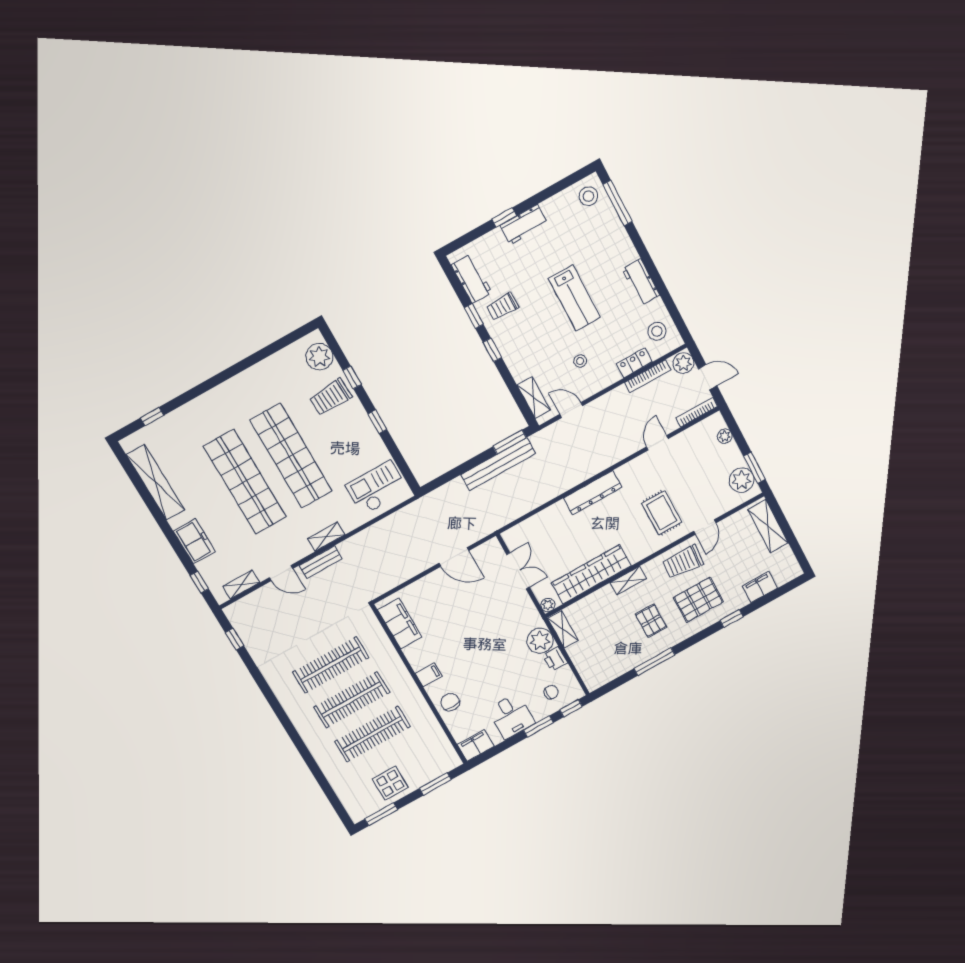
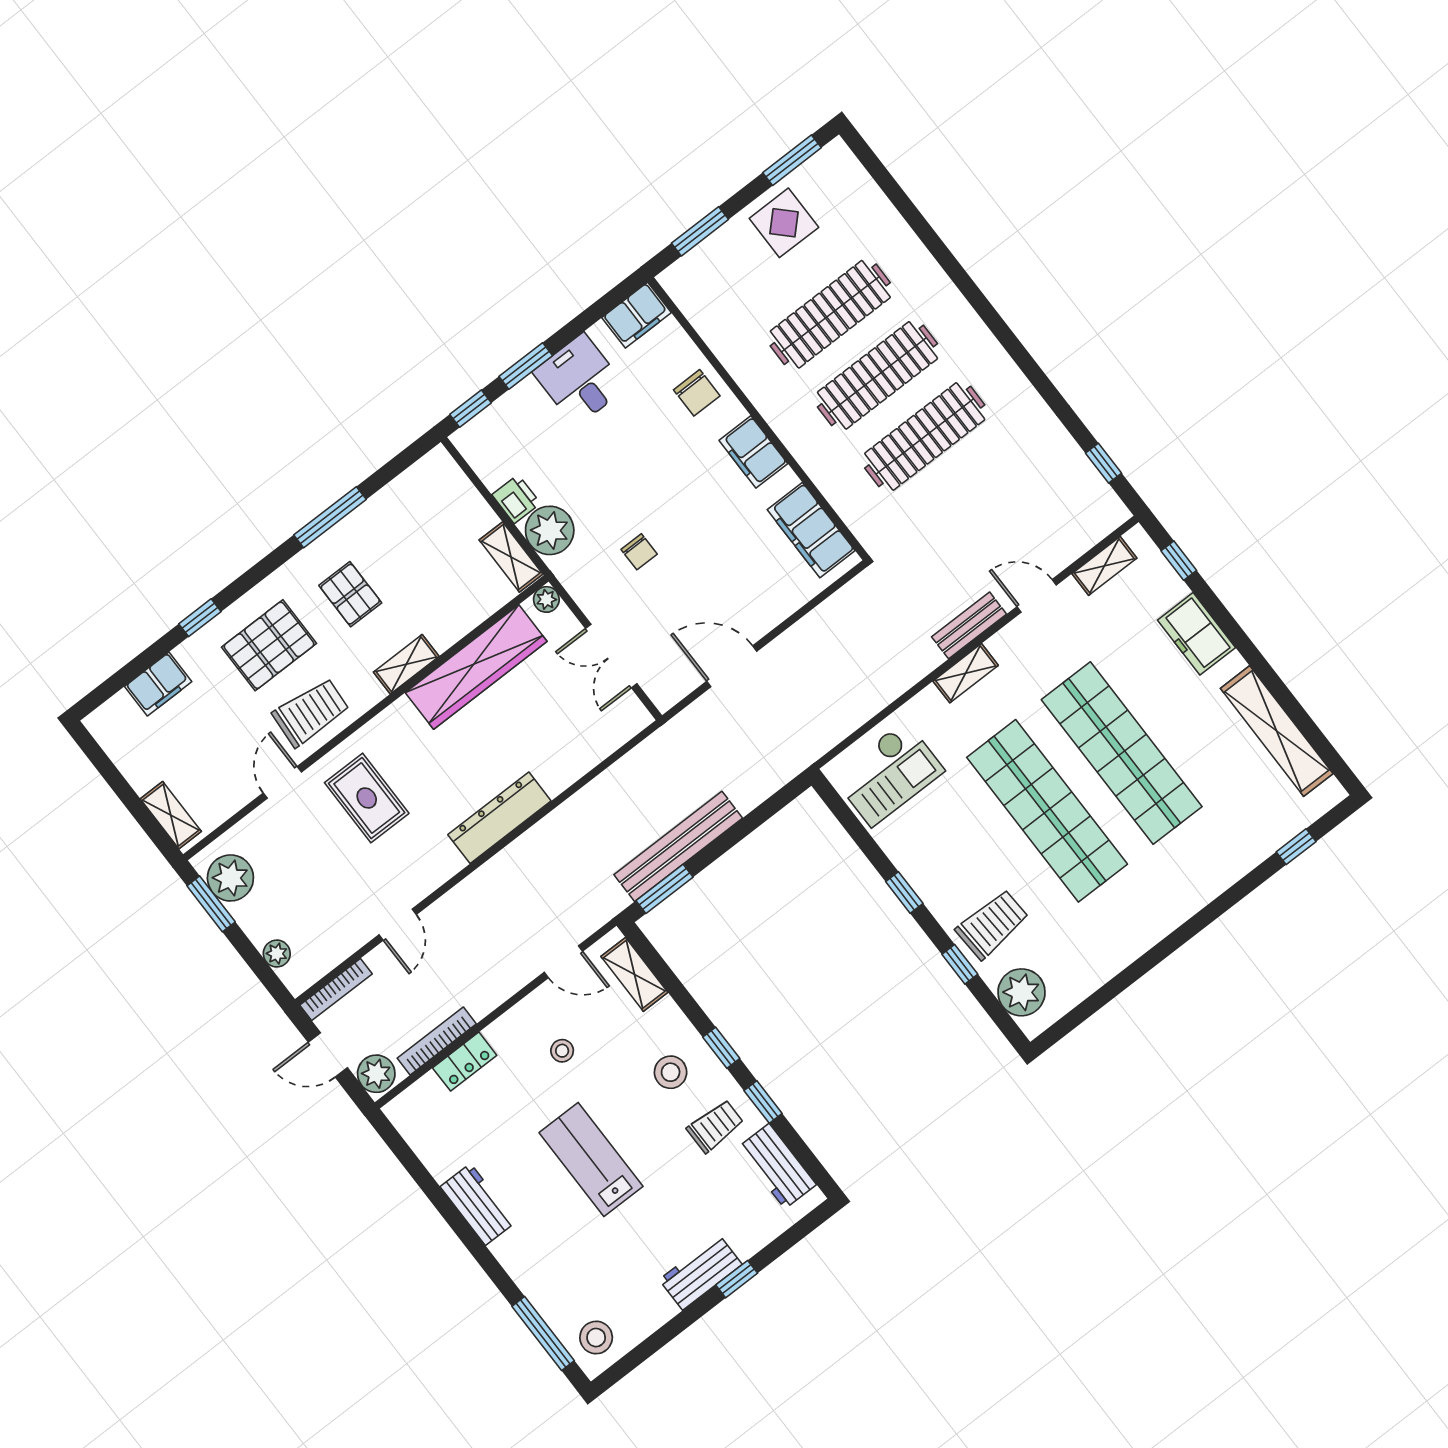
stool: (657, 331) -> (671, 1072), moved
shelving: (768, 526) -> (171, 815), width x0.67, depth x0.75
filing cabinet: (429, 675) -> (753, 452), width x2.00
chair: (551, 692) -> (639, 552), moved, turned -90

